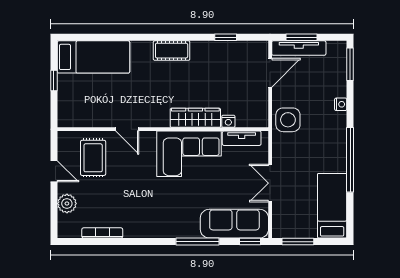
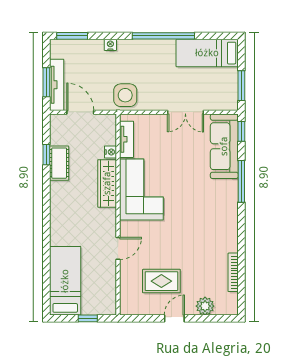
cot: (172, 51) -> (59, 163), moved
wardrobe: (195, 118) -> (107, 183), moved
nightstand: (228, 121) -> (110, 152), moved
door: (127, 129) -> (118, 248), moved
wall: (163, 129) -> (118, 214), moved
tv unit: (242, 138) -> (126, 139), moved
corner sofa: (189, 154) -> (141, 190), moved

